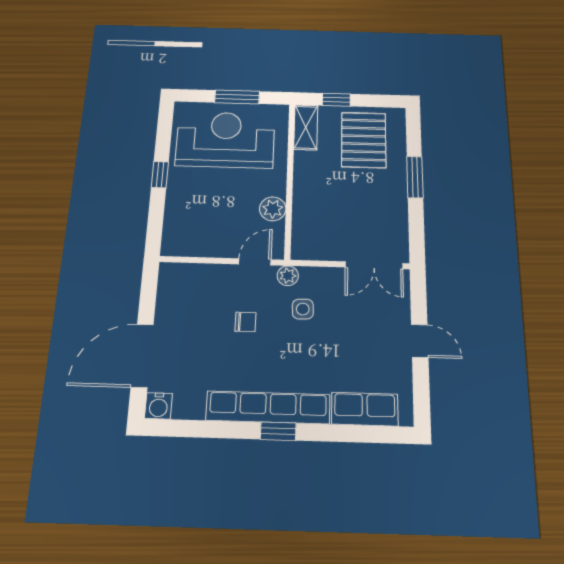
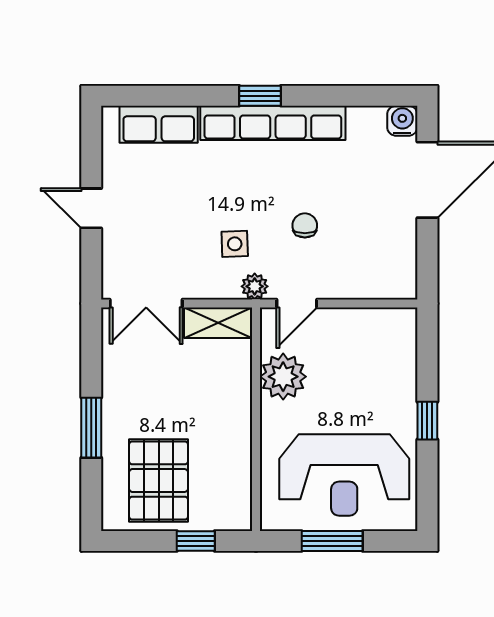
shelving: (306, 127) -> (218, 323), moved, turned 90
plant: (273, 209) -> (283, 377), width x1.36, depth x1.36
double door: (374, 265) -> (146, 304), swing flipped
chair: (245, 322) -> (305, 225), turned 90

